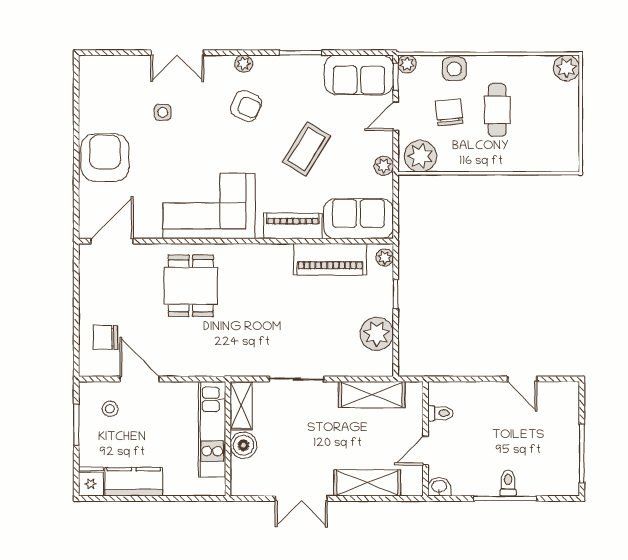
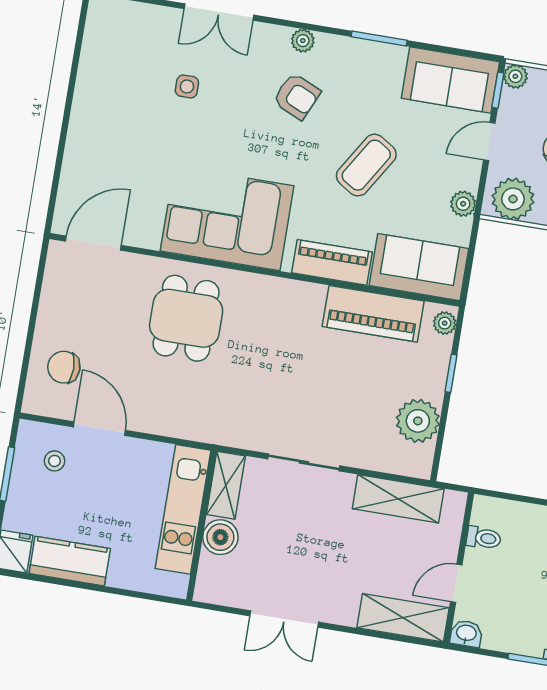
armchair: (105, 158) -> (102, 133), removed
shelving: (367, 483) -> (403, 618), moved

